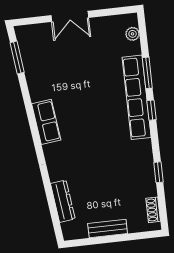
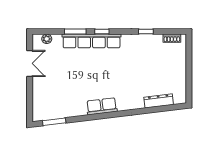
double door: (70, 16) -> (30, 63), moved
bench: (108, 228) -> (181, 72), removed

